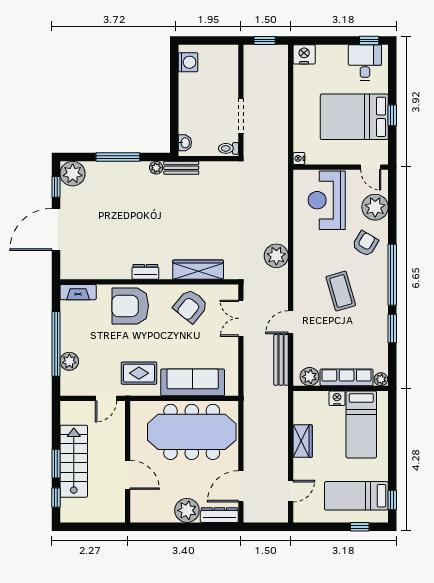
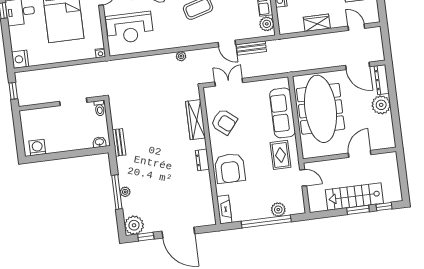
plant: (156, 168) -> (125, 192), moved
plant: (276, 256) -> (181, 56), width x0.53, depth x0.53
double door: (241, 318) -> (229, 82), swing flipped
bench: (281, 360) -> (251, 48), width x0.73

